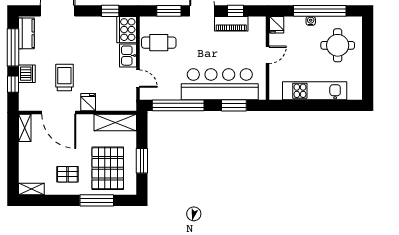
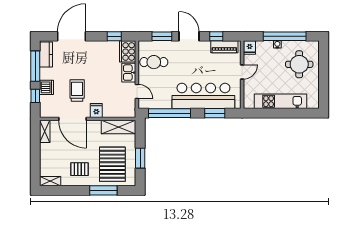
piano: (231, 24) -> (224, 47), moved

